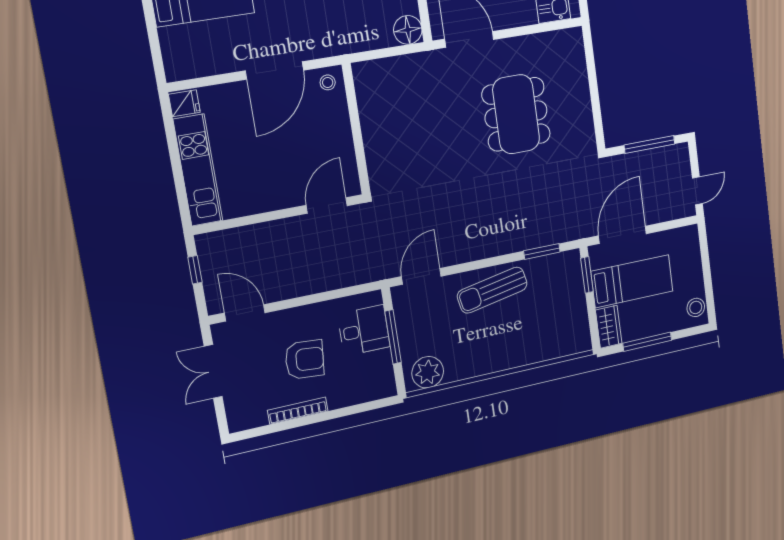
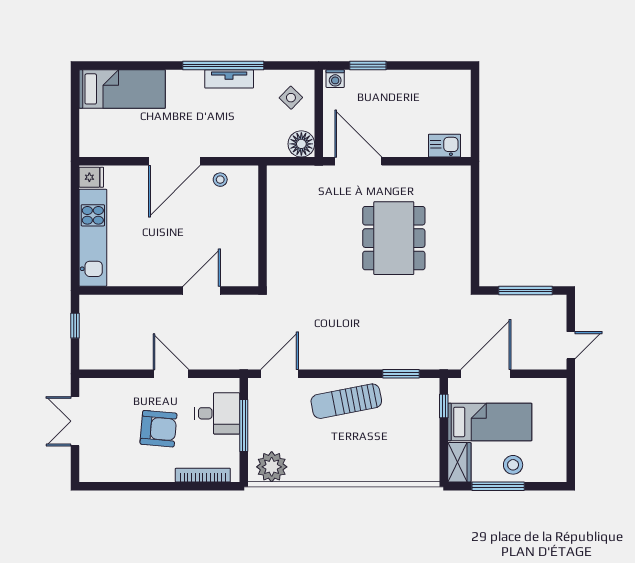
wall: (356, 129) -> (262, 226), moved
window: (587, 275) -> (444, 406), width x0.67
stool: (696, 307) -> (513, 465), moved
door: (245, 313) -> (171, 374), moved
bookcase: (298, 411) -> (203, 475), moved

